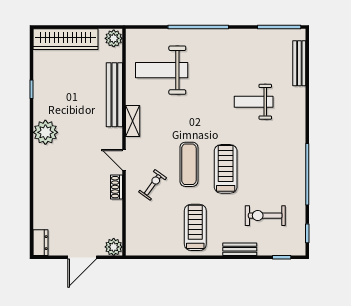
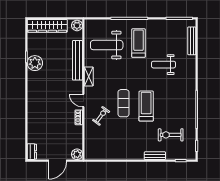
plant: (45, 132) -> (35, 63), moved
treadmill: (195, 227) -> (139, 43), moved

